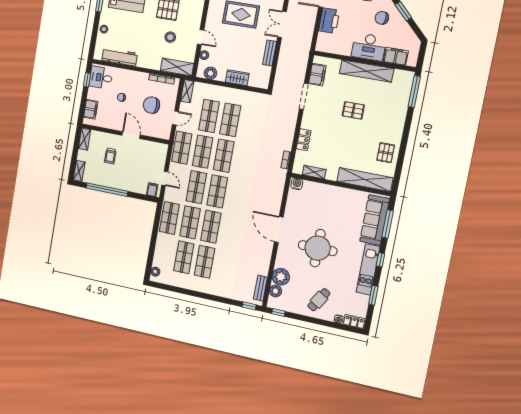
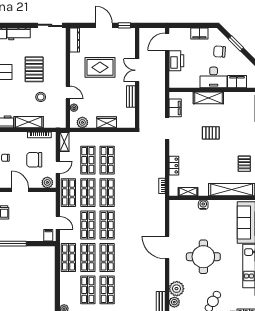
shelving: (177, 67) -> (29, 122), moved
shelving: (367, 71) -> (208, 98), width x0.68
plant: (161, 132) -> (47, 182), added
water cooler: (297, 184) -> (203, 205), moved

